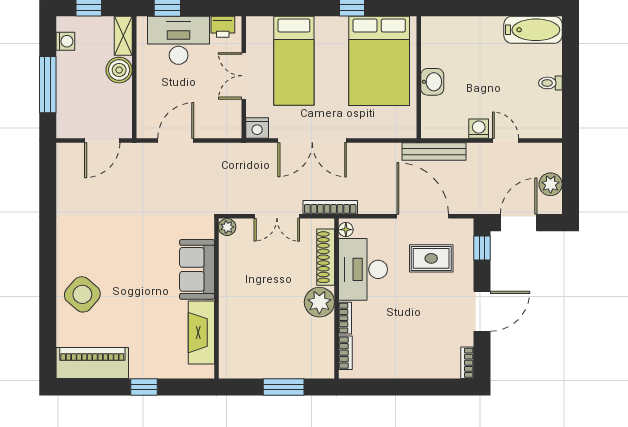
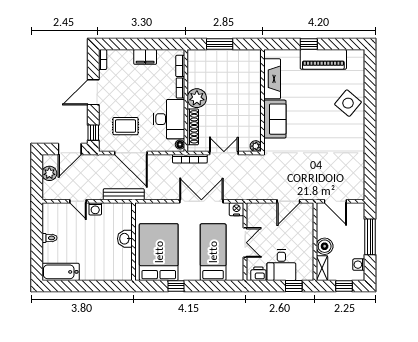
desk: (179, 40) -> (281, 265), width x0.73
door: (102, 140) -> (335, 201), swing flipped
piano: (92, 363) -> (323, 59), moved
filing cabinet: (401, 367) -> (145, 57), added

